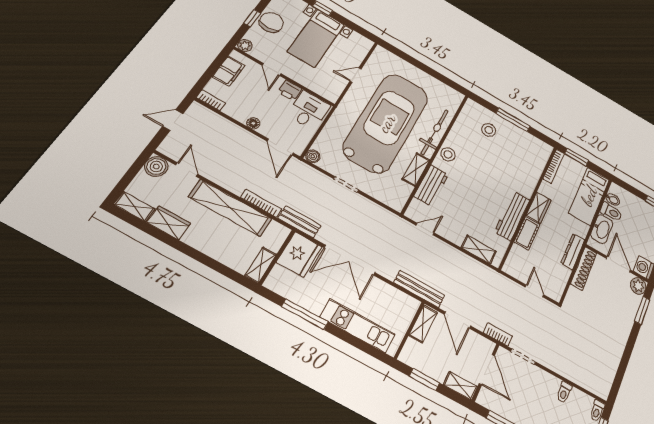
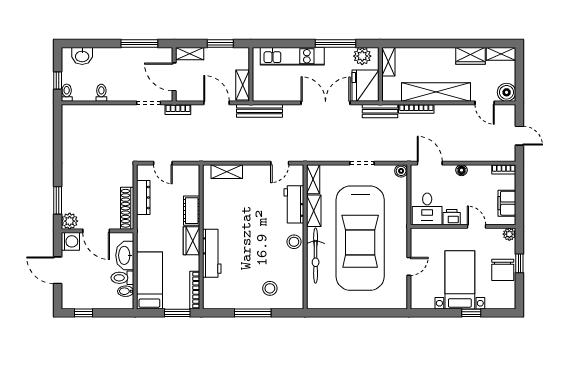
door: (173, 120) -> (519, 136), hinge flipped
shelving: (401, 197) -> (313, 179), added
workbench: (512, 216) -> (212, 253), moved
dresser: (573, 252) -> (143, 198), moved
plant: (285, 286) -> (362, 56), added

